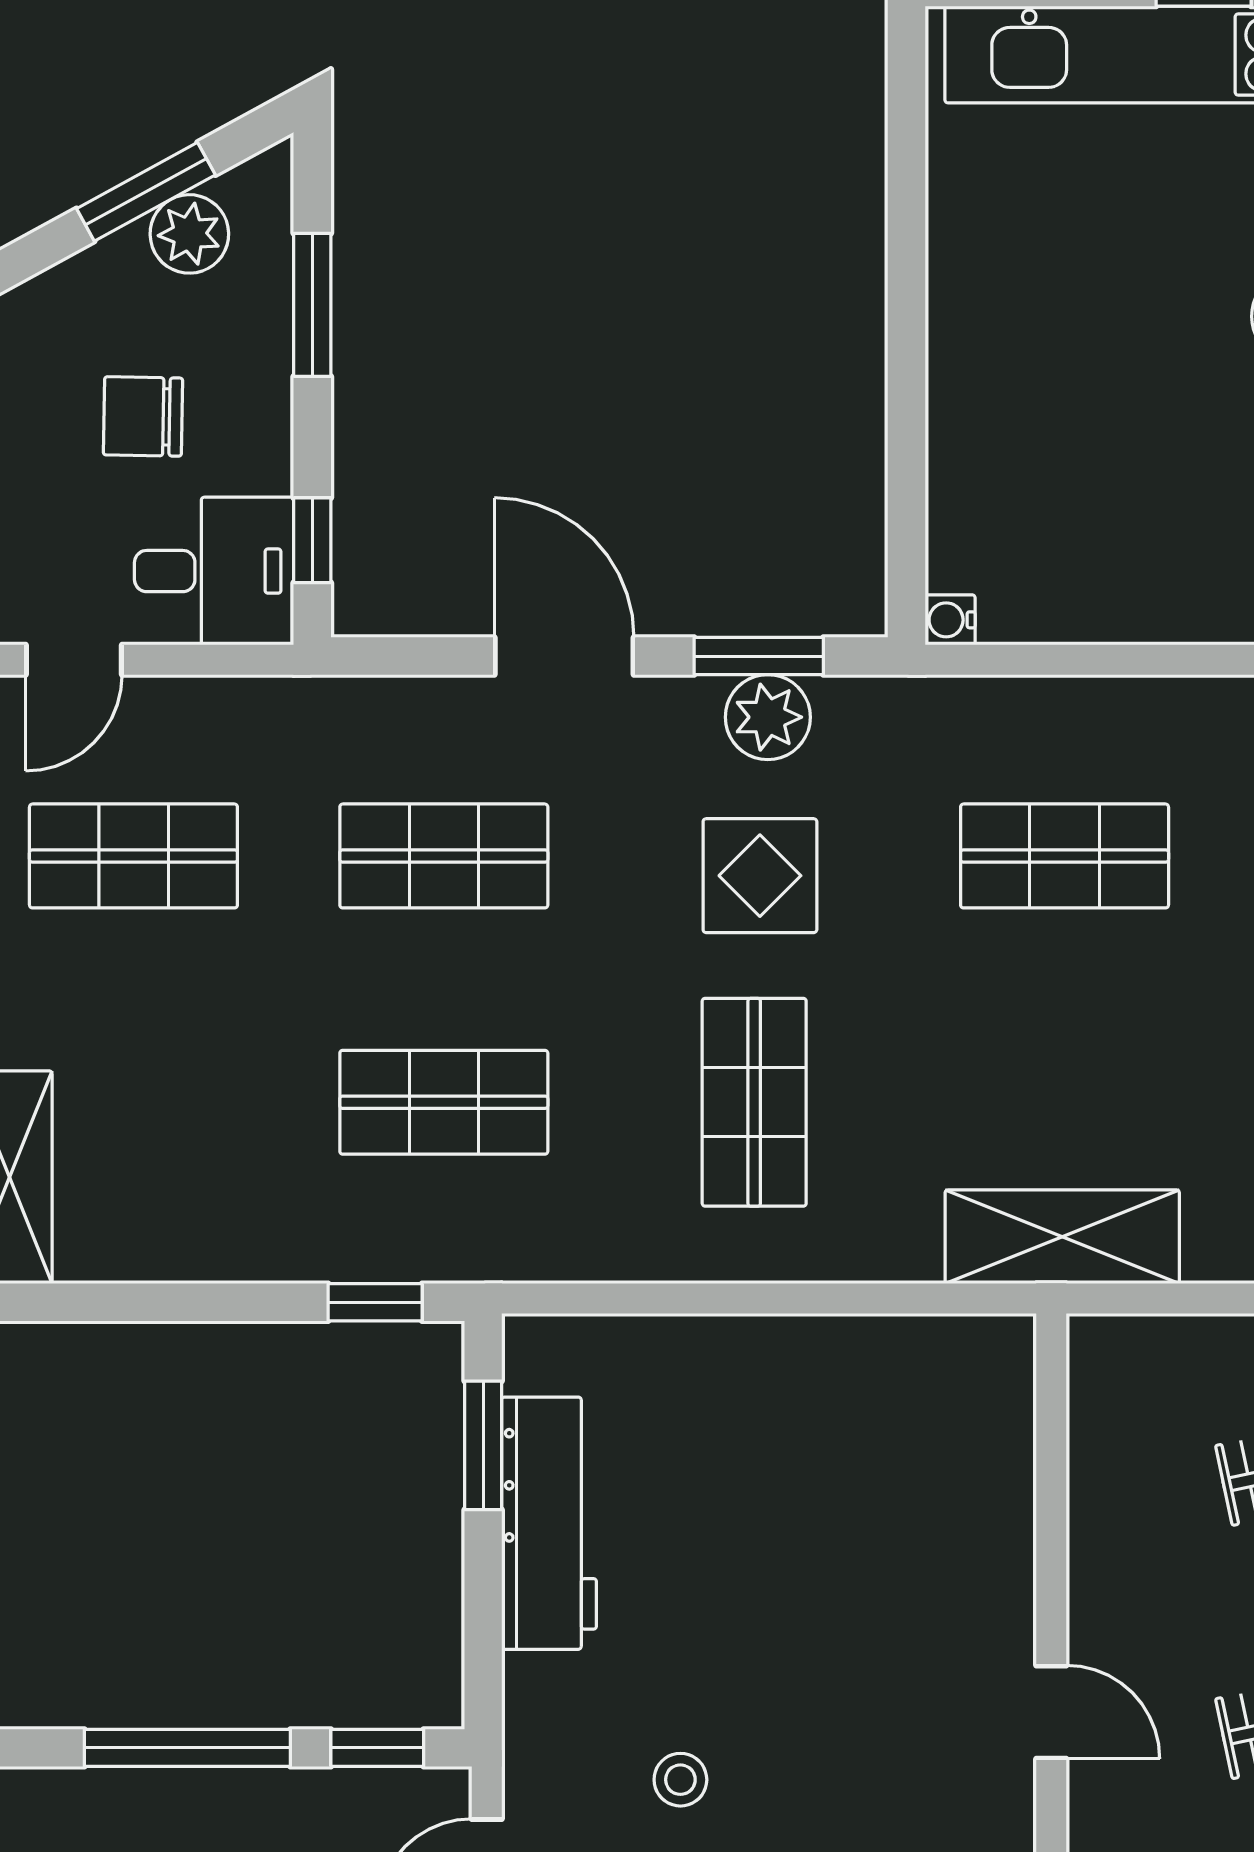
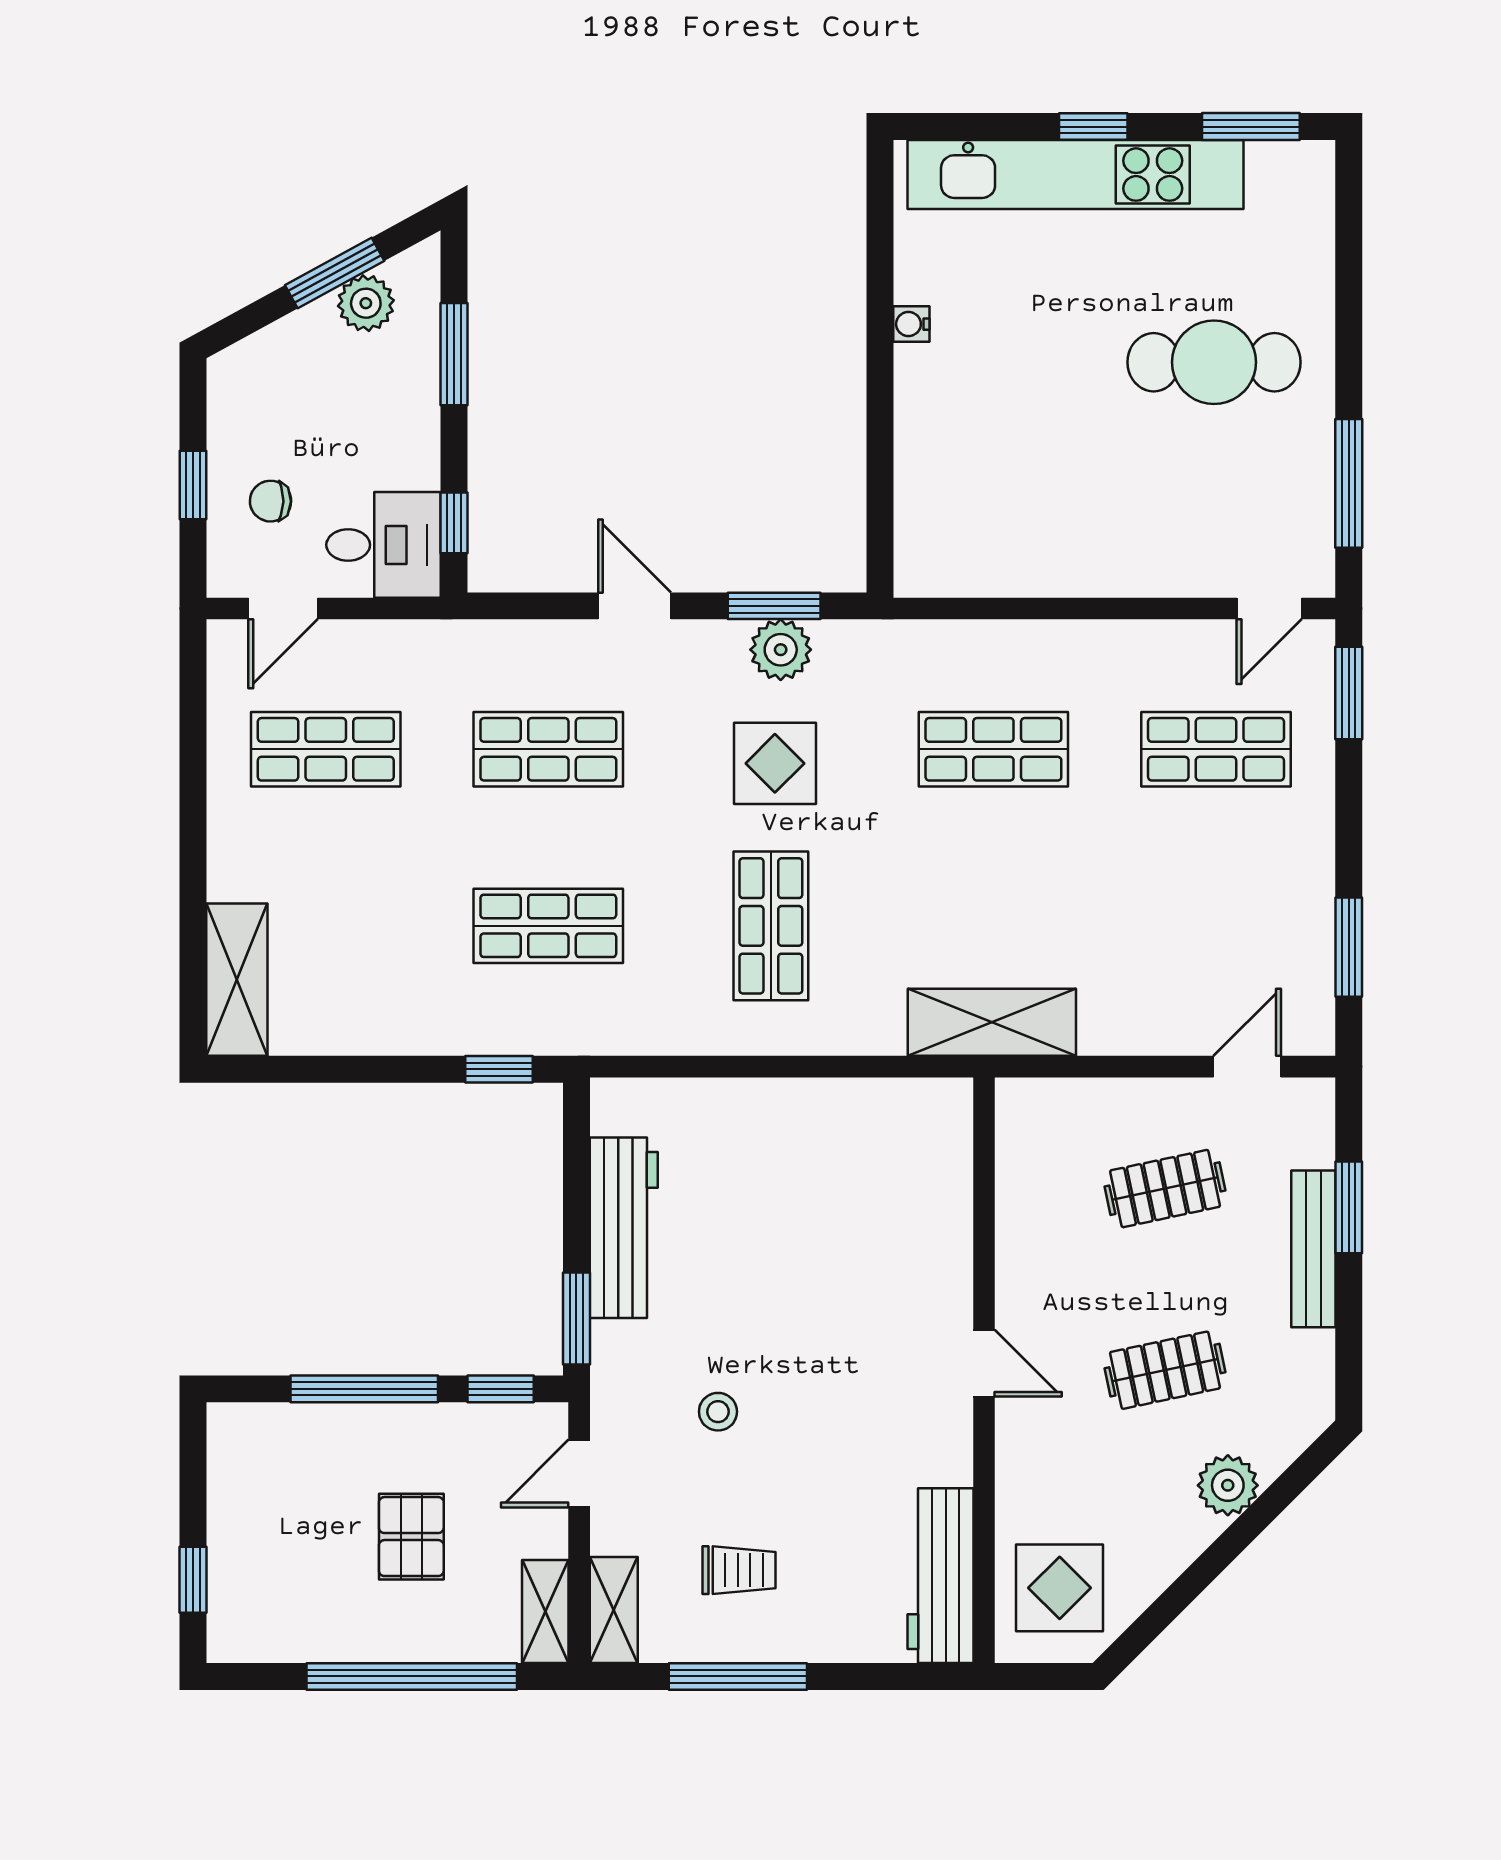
chair: (143, 416) -> (270, 501), moved, width x0.73, depth x0.73
water cooler: (950, 620) -> (911, 324), moved
door: (564, 656) -> (635, 606), width x0.73
window: (483, 1445) -> (576, 1319), moved

